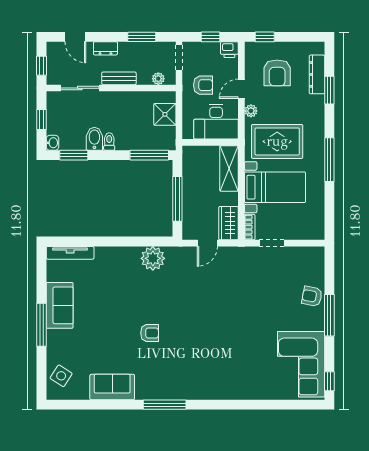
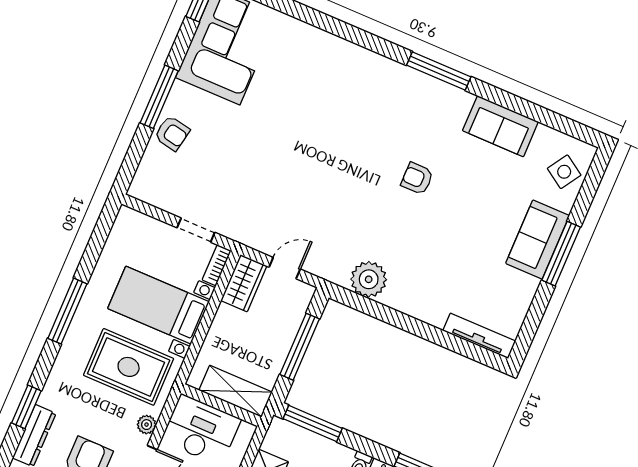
shelving: (229, 168) -> (236, 391), moved, turned 90
sofa: (60, 305) -> (538, 239), moved

